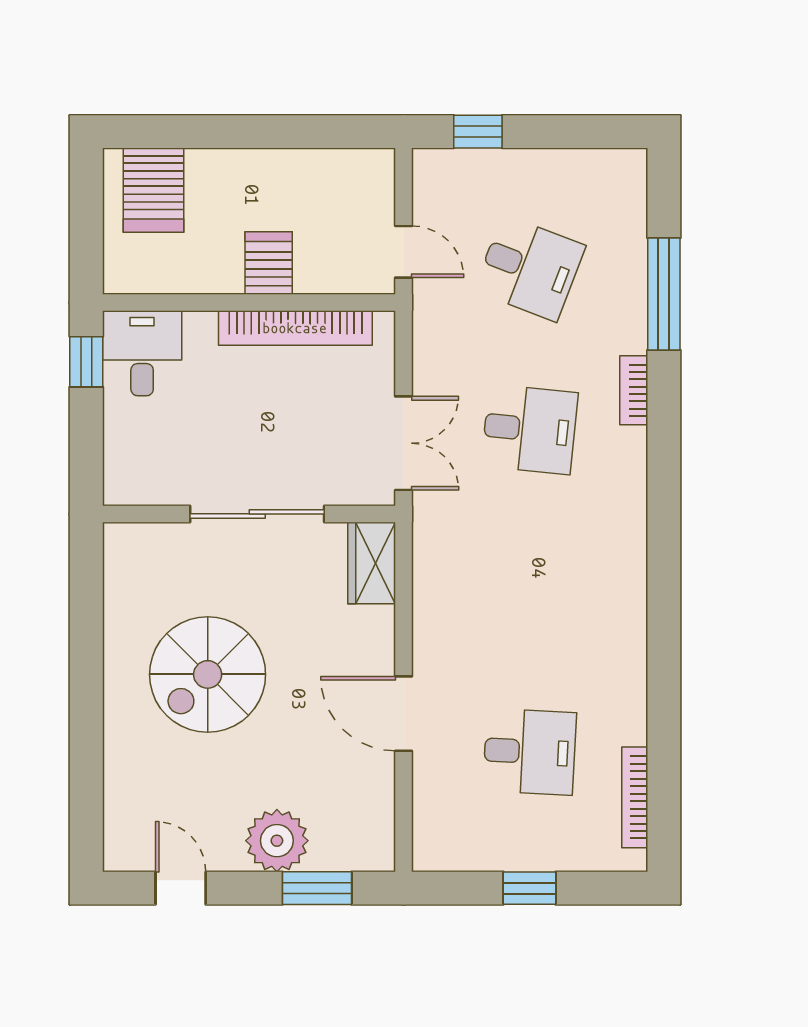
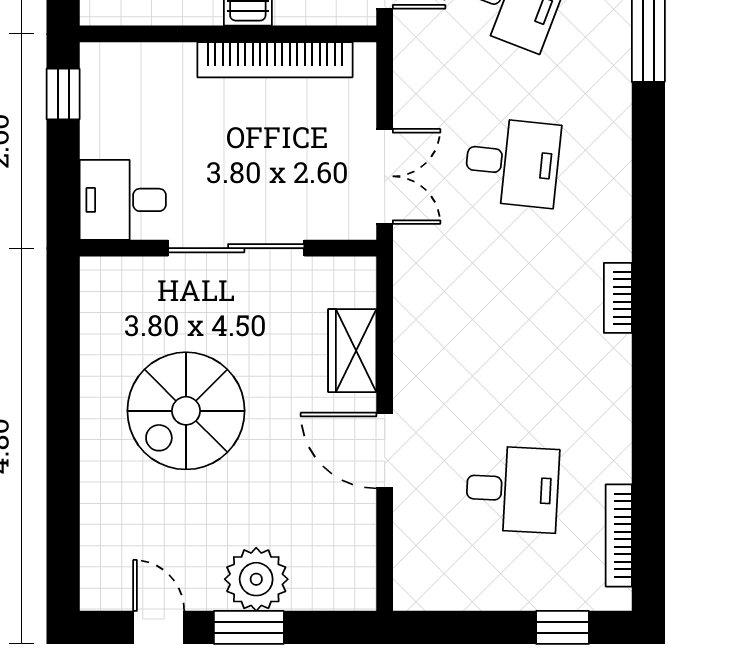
desk: (142, 353) -> (123, 200), moved, turned -90
bookcase: (634, 390) -> (618, 298), moved
wardrobe: (372, 563) -> (352, 351), moved
window: (317, 888) -> (249, 627), moved
window: (530, 888) -> (562, 627), moved

